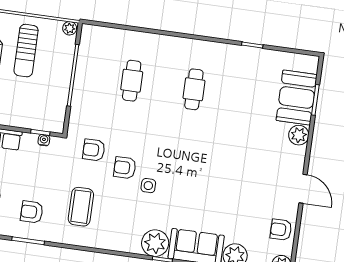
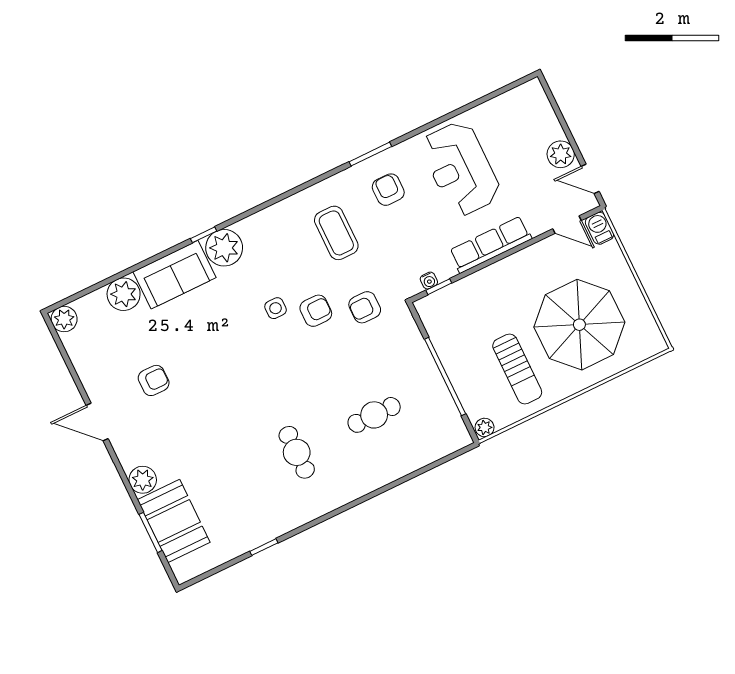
sun lounger: (26, 51) -> (517, 369), turned 180
cafe table: (132, 81) -> (374, 415), turned 90
armchair: (94, 150) -> (365, 307), turned 180
armchair: (32, 212) -> (388, 190), turned -90
armchair: (281, 230) -> (154, 380), moved

